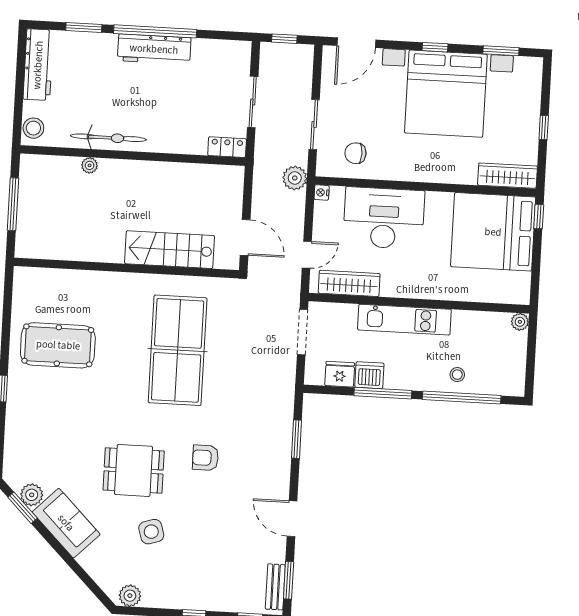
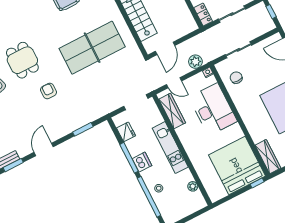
plant: (295, 178) -> (195, 62), moved
plant: (520, 322) -> (193, 186), moved
dishwasher: (369, 375) -> (142, 162), moved

